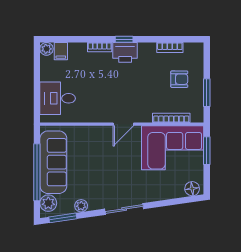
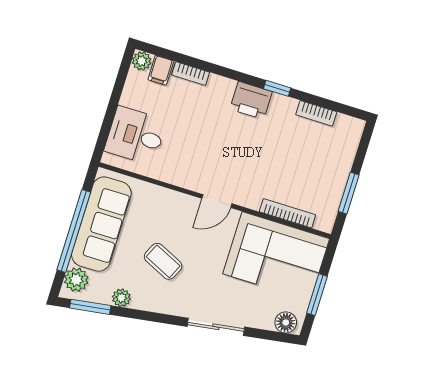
window: (124, 39) -> (277, 88), moved
bookcase: (100, 47) -> (191, 74), moved
armchair: (179, 79) -> (316, 162), removed
window: (207, 151) -> (317, 295), moved
coffee table: (101, 174) -> (163, 261), added
sliding door: (124, 209) -> (216, 327), moved

